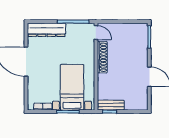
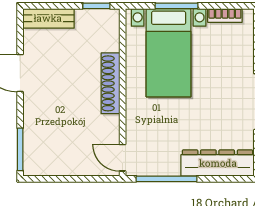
shoe rack: (102, 57) -> (110, 83), moved
bench: (111, 105) -> (48, 18), moved

